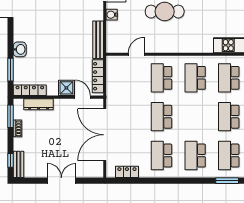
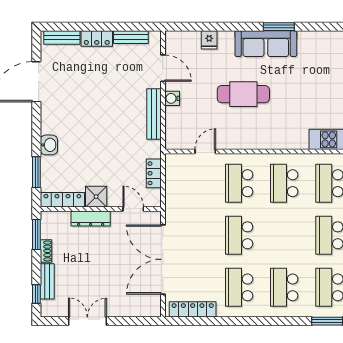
bench: (98, 40) -> (154, 114), moved
locker: (98, 76) -> (154, 173), width x0.66
shower: (66, 88) -> (96, 197), moved
dresser: (39, 104) -> (91, 219), moved
bench: (19, 164) -> (47, 281), moved
locker: (127, 172) -> (193, 309), width x1.53
double door: (61, 181) -> (87, 321), moved

